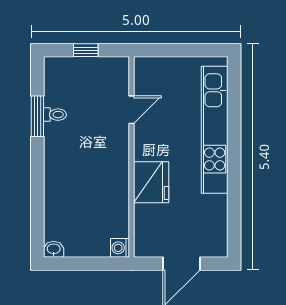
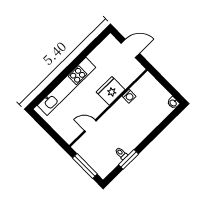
window: (86, 50) -> (85, 166), width x2.17
washing machine: (120, 248) -> (129, 96), moved

